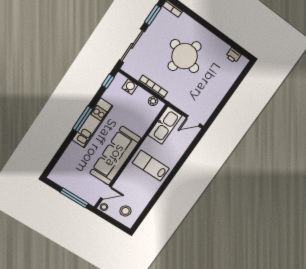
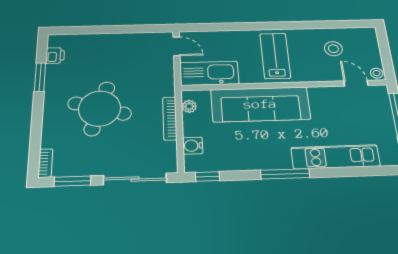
window: (226, 39) -> (40, 77), added
kitchen unit: (92, 123) -> (335, 157), moved
sofa: (115, 156) -> (260, 104), moved
lab bench: (151, 166) -> (275, 56), turned 180
stool: (125, 211) -> (333, 49), moved

